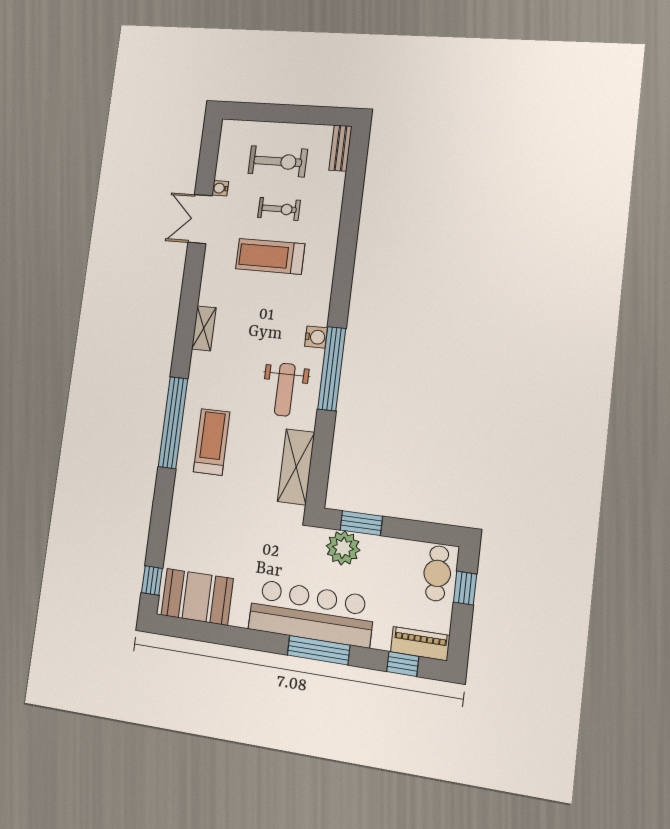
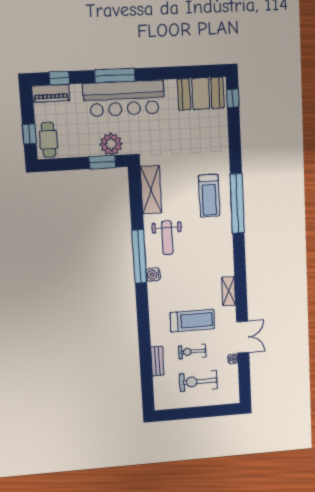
bench: (340, 148) -> (157, 361), moved
shelving: (204, 328) -> (229, 291), moved
weight bench: (285, 390) -> (167, 238), turned 180

